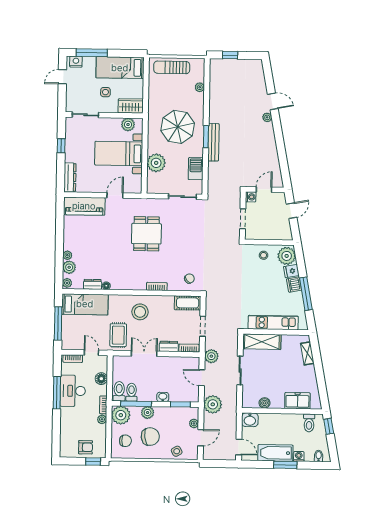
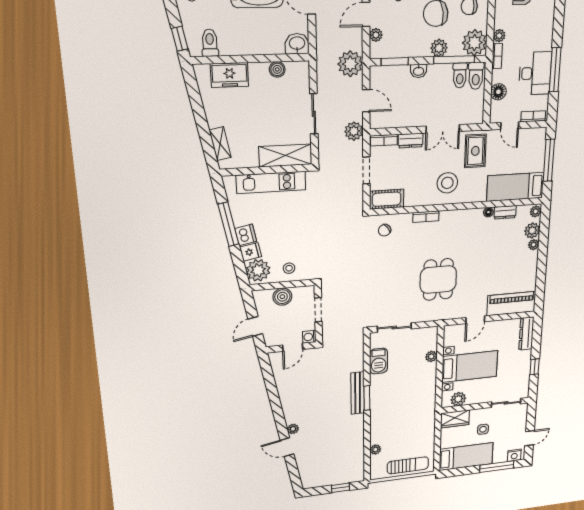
parasol: (178, 127) -> (401, 404), removed
plant: (156, 163) -> (431, 356), width x0.53, depth x0.53
boiler: (270, 233) -> (282, 297), added

